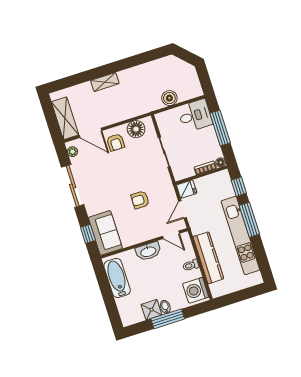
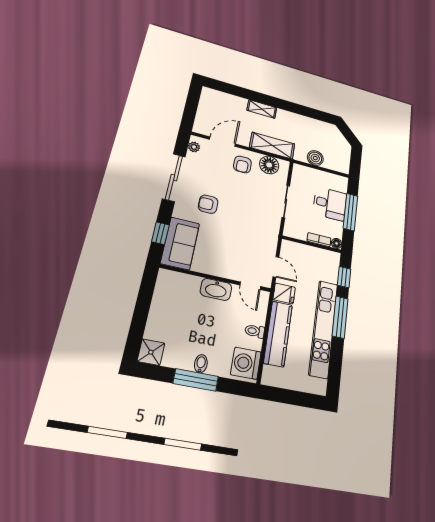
desk: (195, 116) -> (330, 204), moved
shelving: (65, 118) -> (272, 146), moved, turned 90
door: (90, 133) -> (222, 142), swing flipped
fridge: (187, 189) -> (284, 293), moved
armchair: (140, 200) -> (208, 204), moved
door: (183, 210) -> (276, 267), swing flipped
bathtub: (117, 278) -> (164, 299), removed
shower: (151, 310) -> (151, 352), moved

